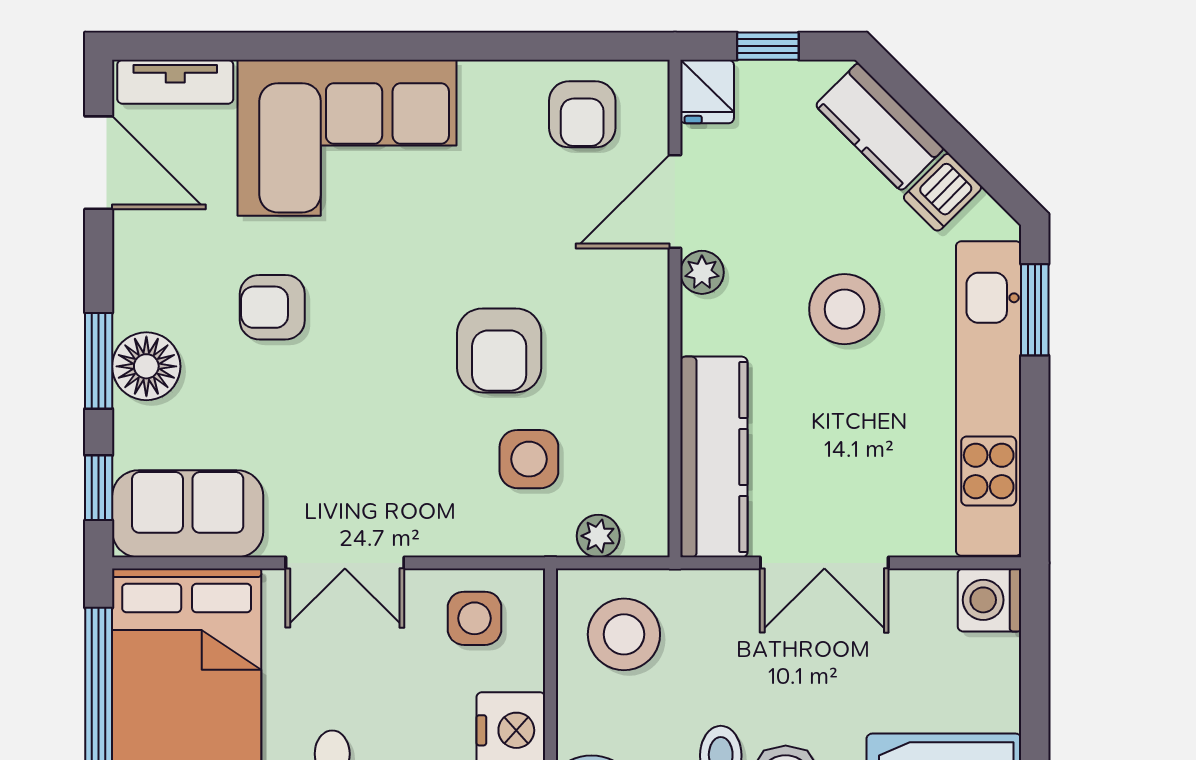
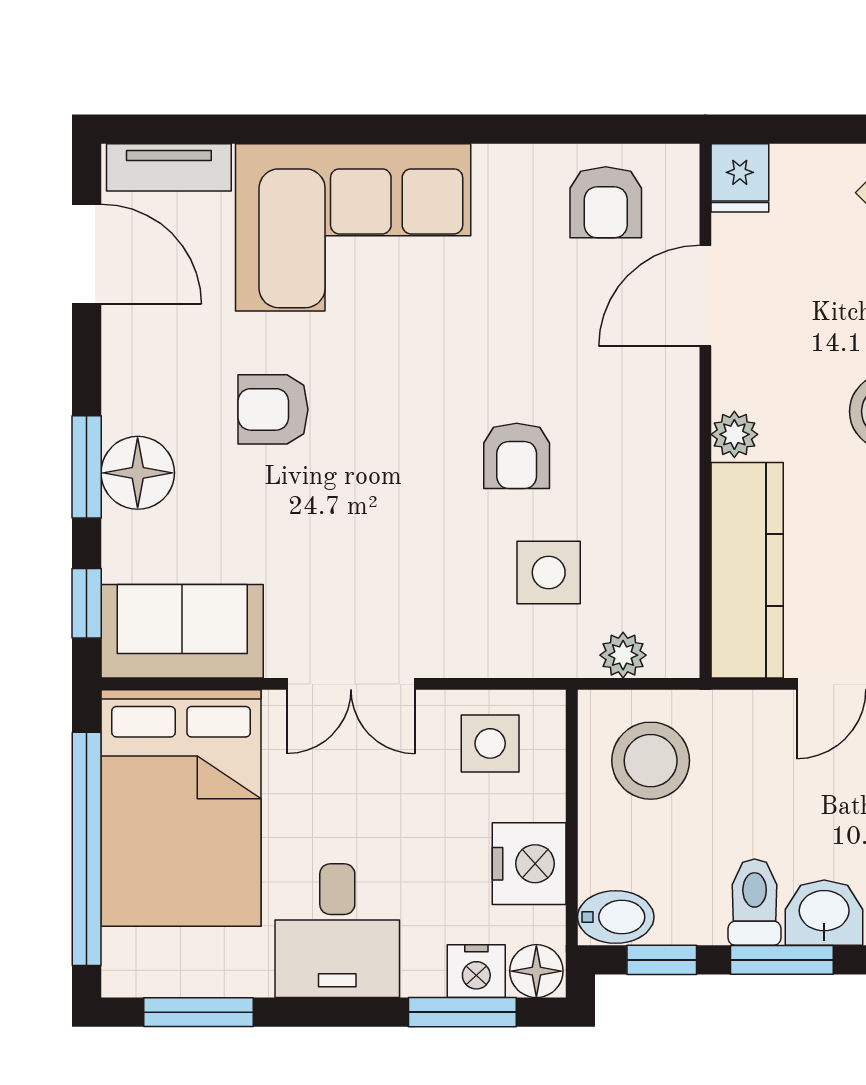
window: (768, 46) -> (805, 129), removed
plant: (702, 272) -> (734, 434), moved
armchair: (499, 350) -> (517, 456), width x0.72, depth x0.72

